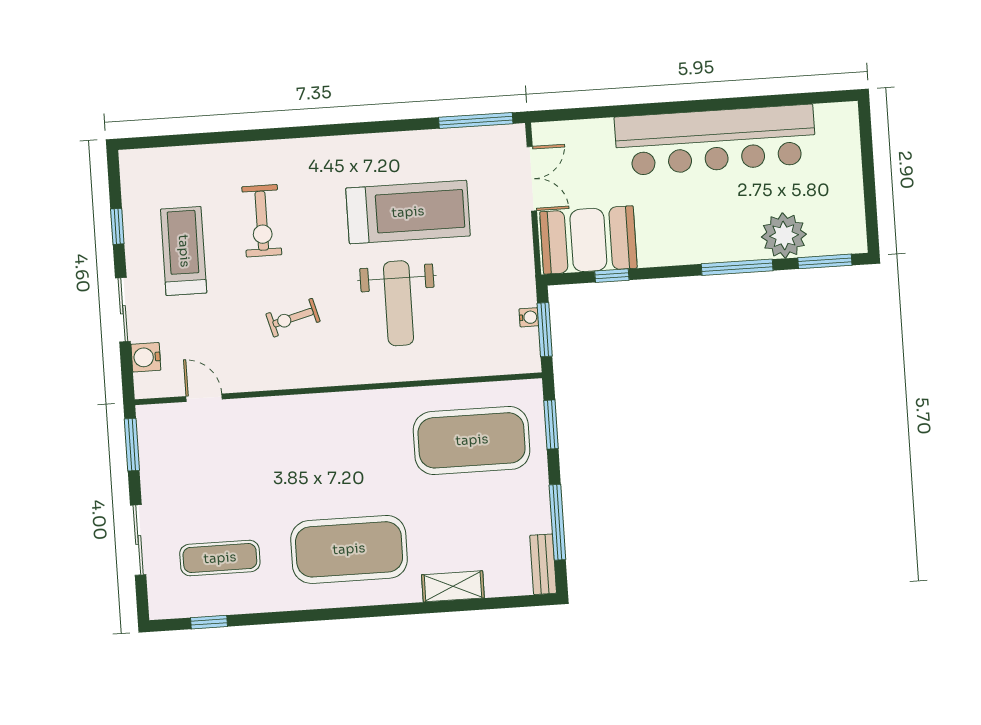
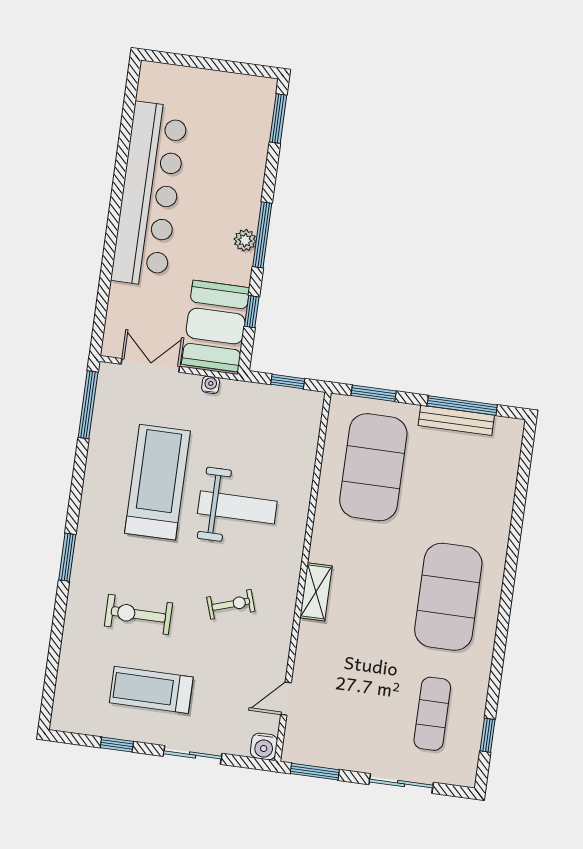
window: (307, 132) -> (67, 557), added
exercise bike: (262, 221) -> (138, 614), turned 180
plant: (784, 236) -> (245, 240), moved, width x0.53, depth x0.53
window: (737, 267) -> (262, 235), moved
water cooler: (529, 317) -> (211, 385), moved
exercise bike: (293, 318) -> (231, 604), turned -93
window: (545, 330) -> (288, 382), width x0.67
water cooler: (146, 357) -> (264, 746), moved
bench: (543, 564) -> (456, 420), moved, width x1.36
shelving: (453, 586) -> (316, 592), moved

